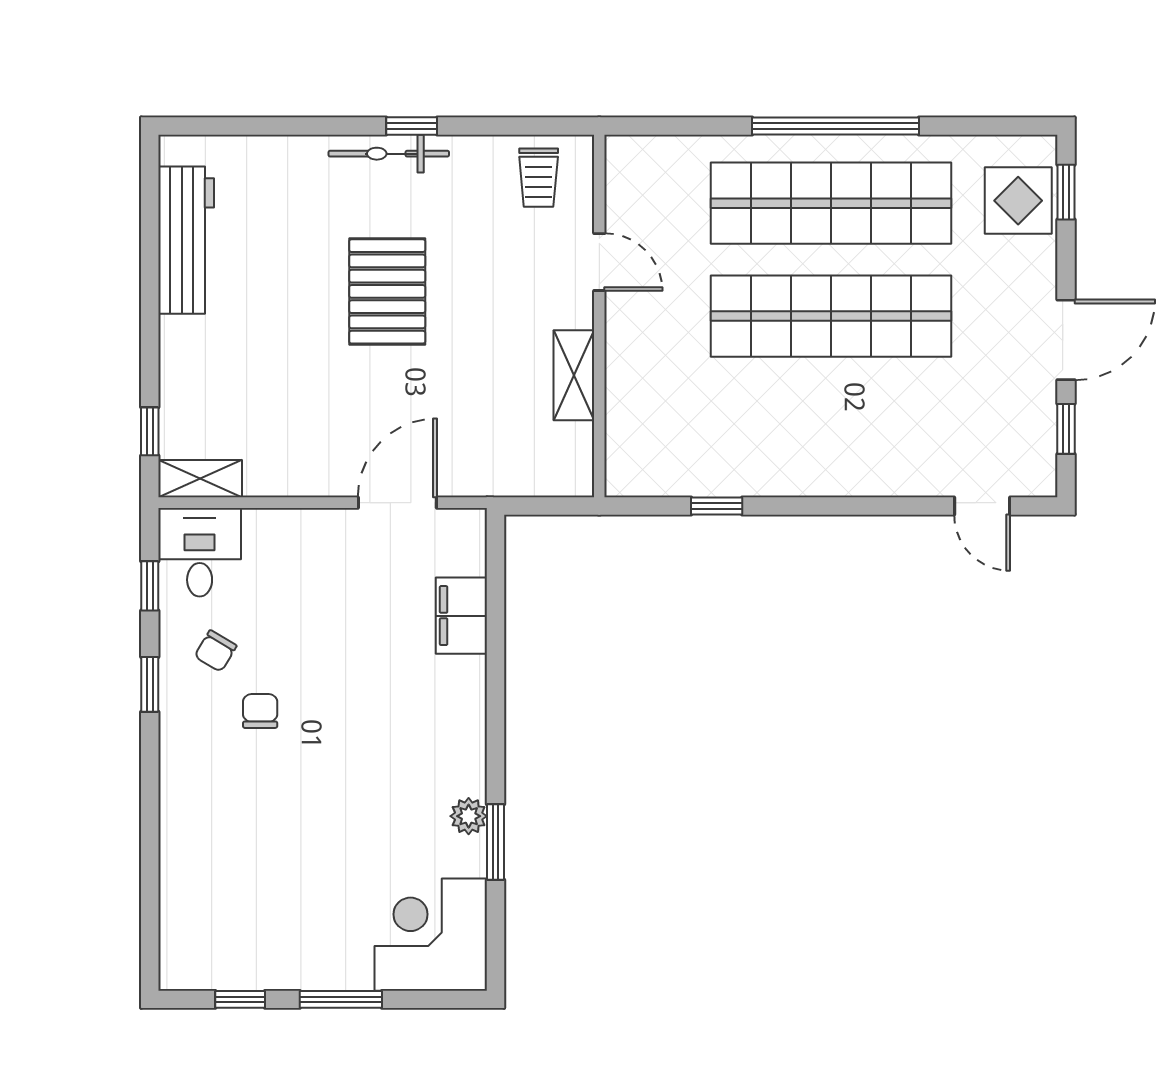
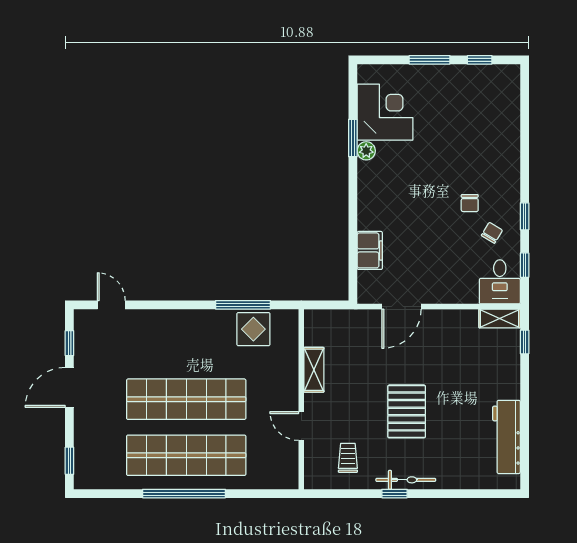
trolley: (539, 178) -> (348, 458), moved
display table: (1018, 201) -> (253, 329), moved
window: (717, 506) -> (243, 305), width x2.17
corner desk: (431, 935) -> (385, 112), moved, turned -90

